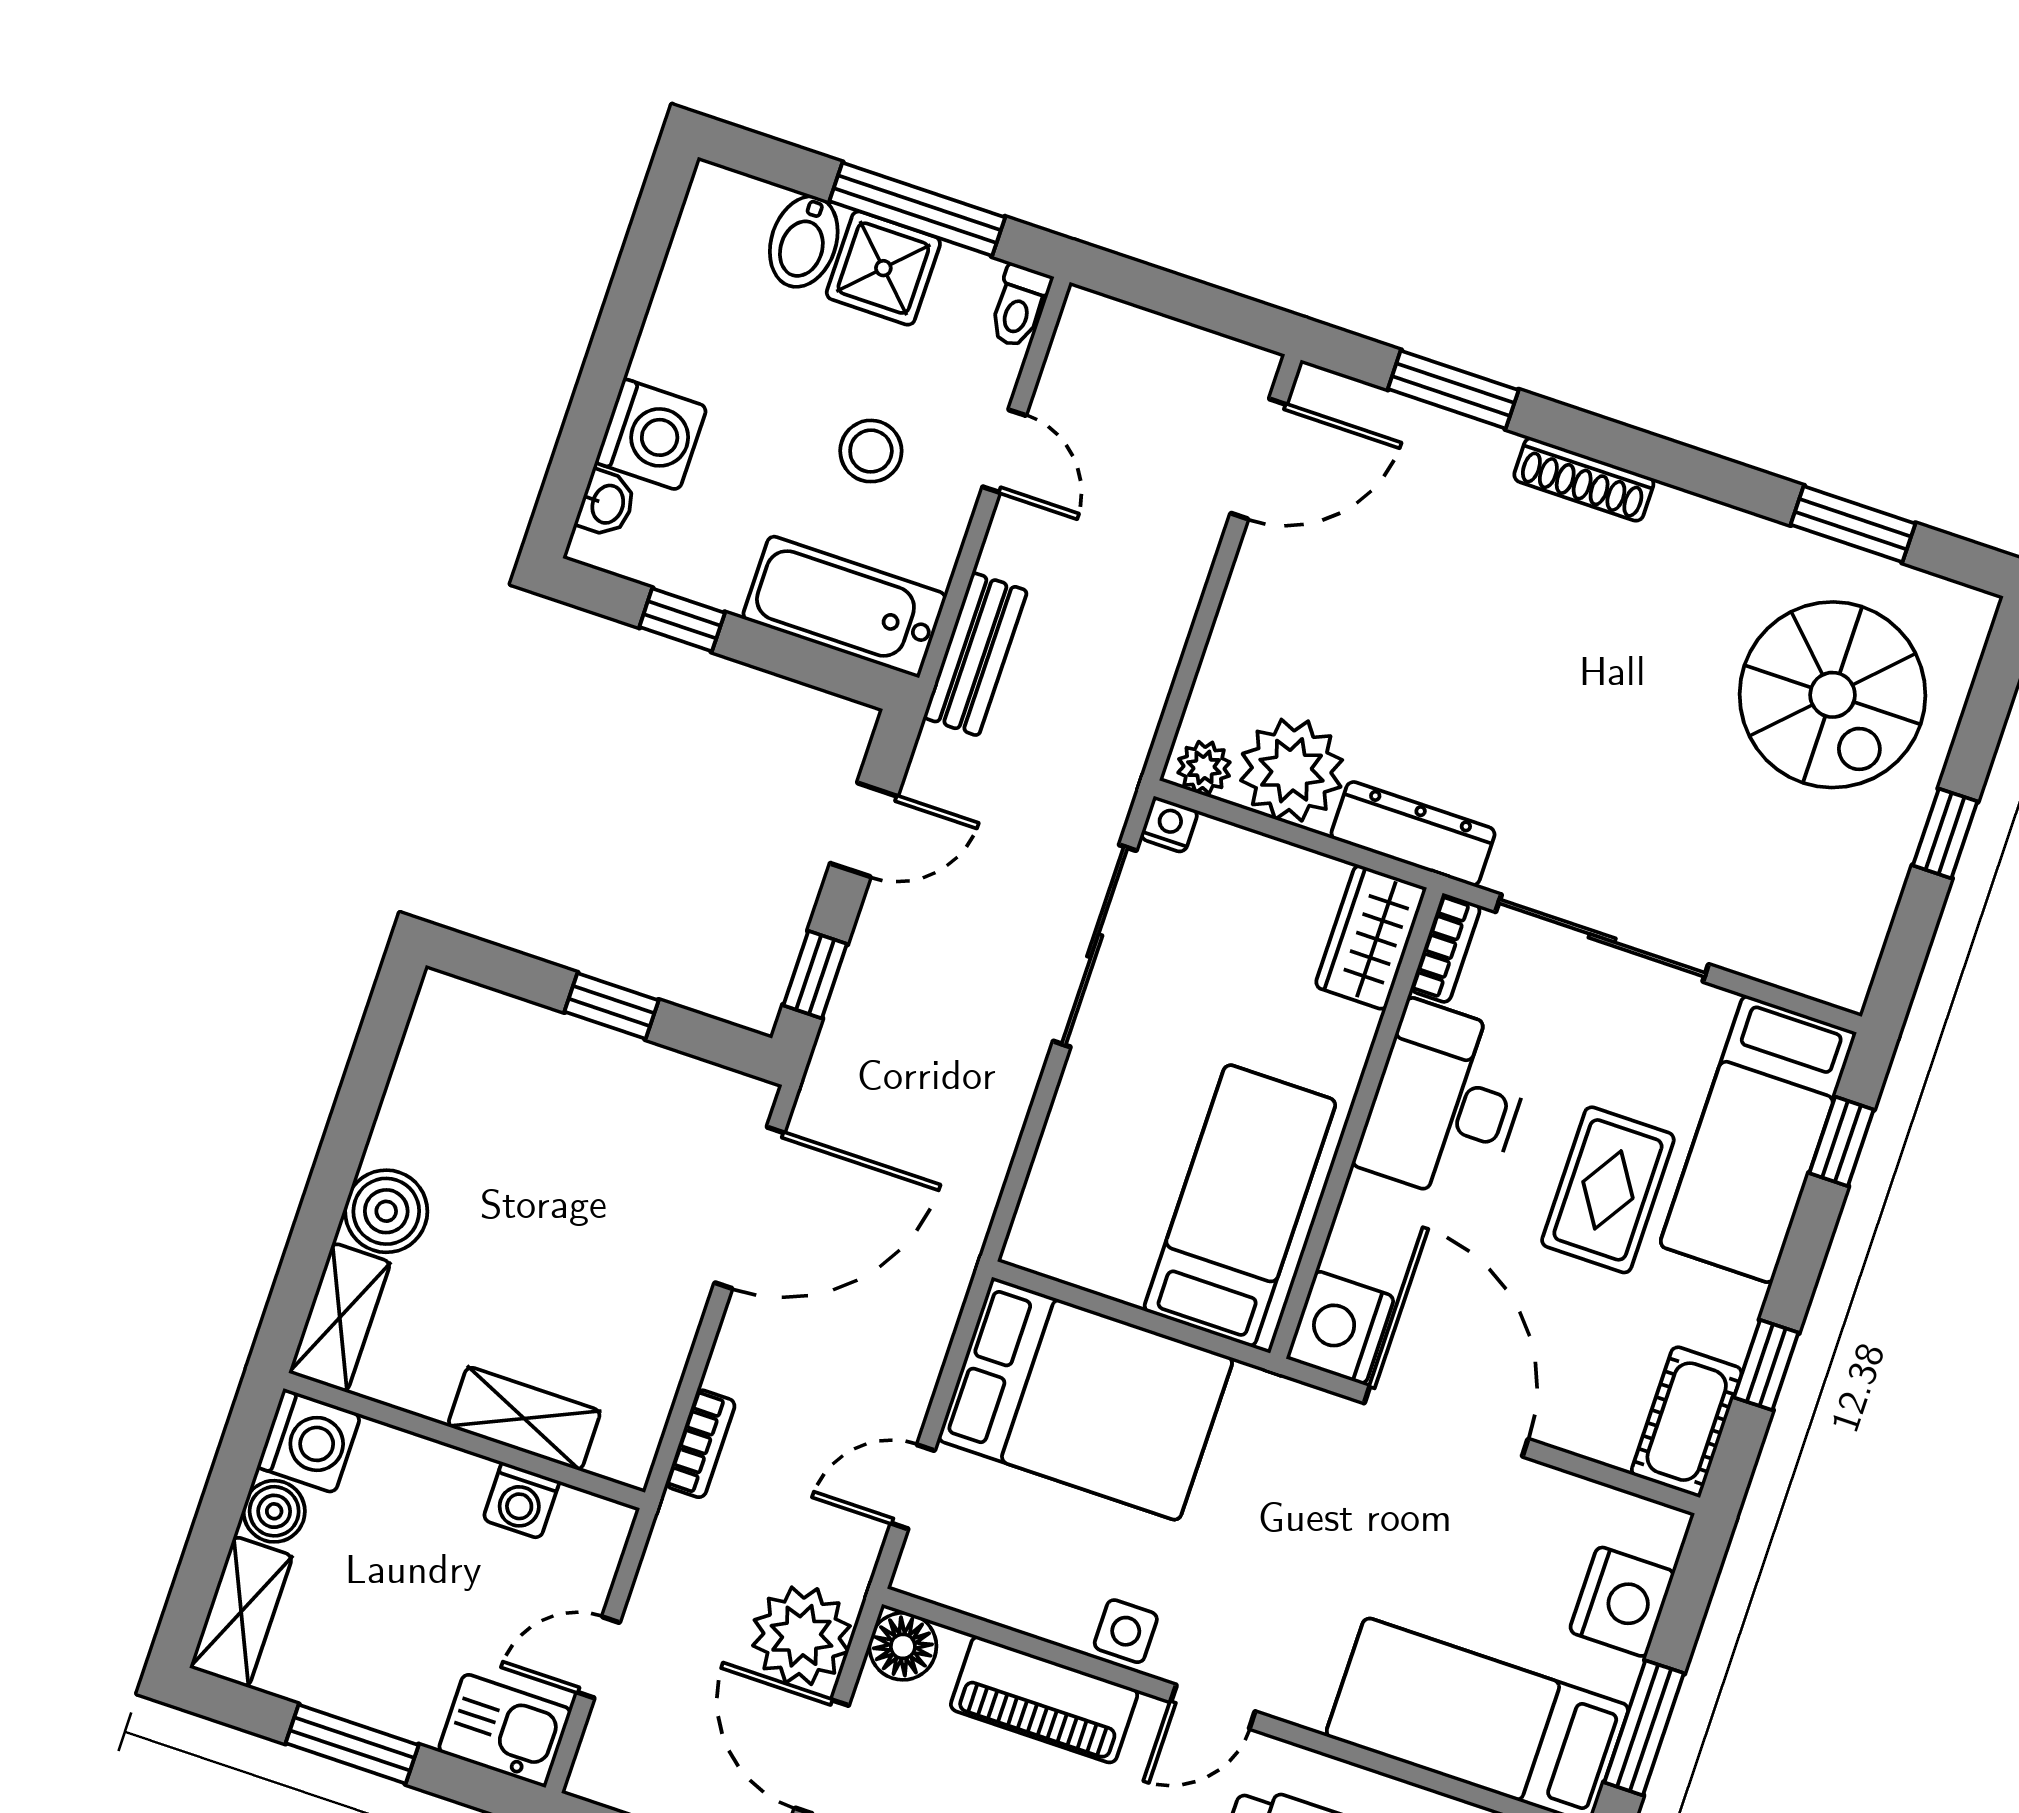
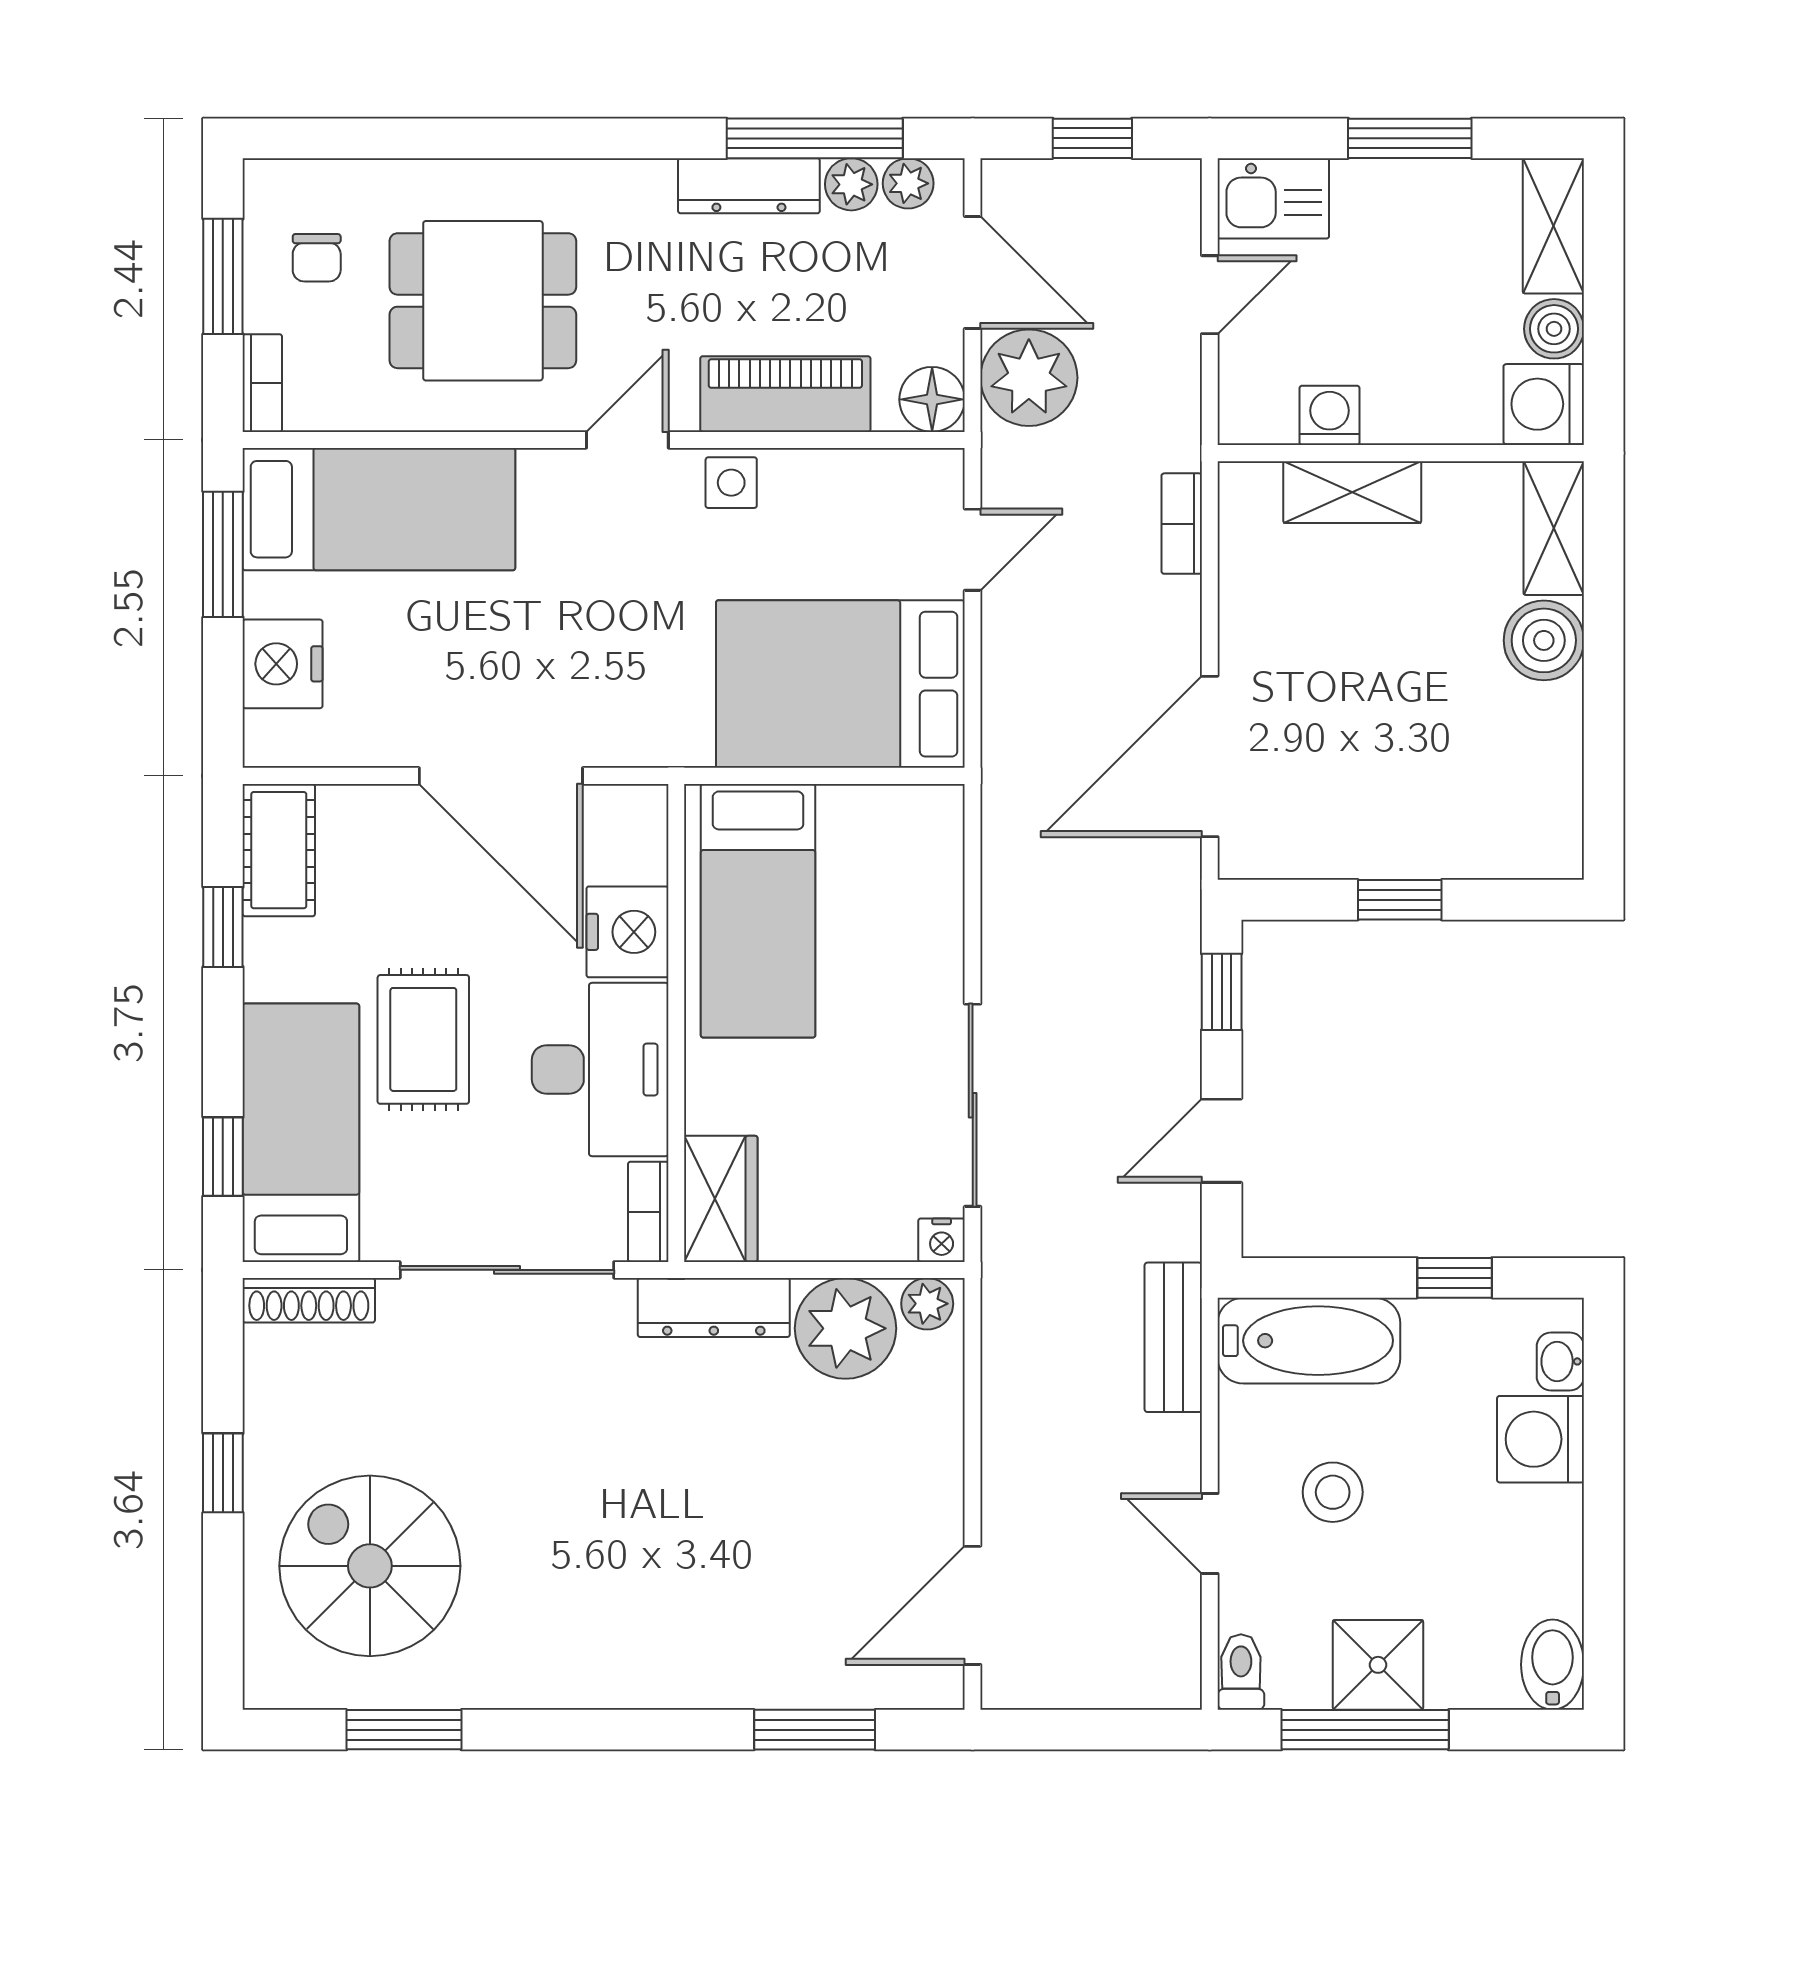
bidet: (804, 242) -> (1553, 1665), moved
shoe rack: (1584, 479) -> (309, 1300), moved, turned 180
nightstand: (1340, 1328) -> (627, 932), moved

